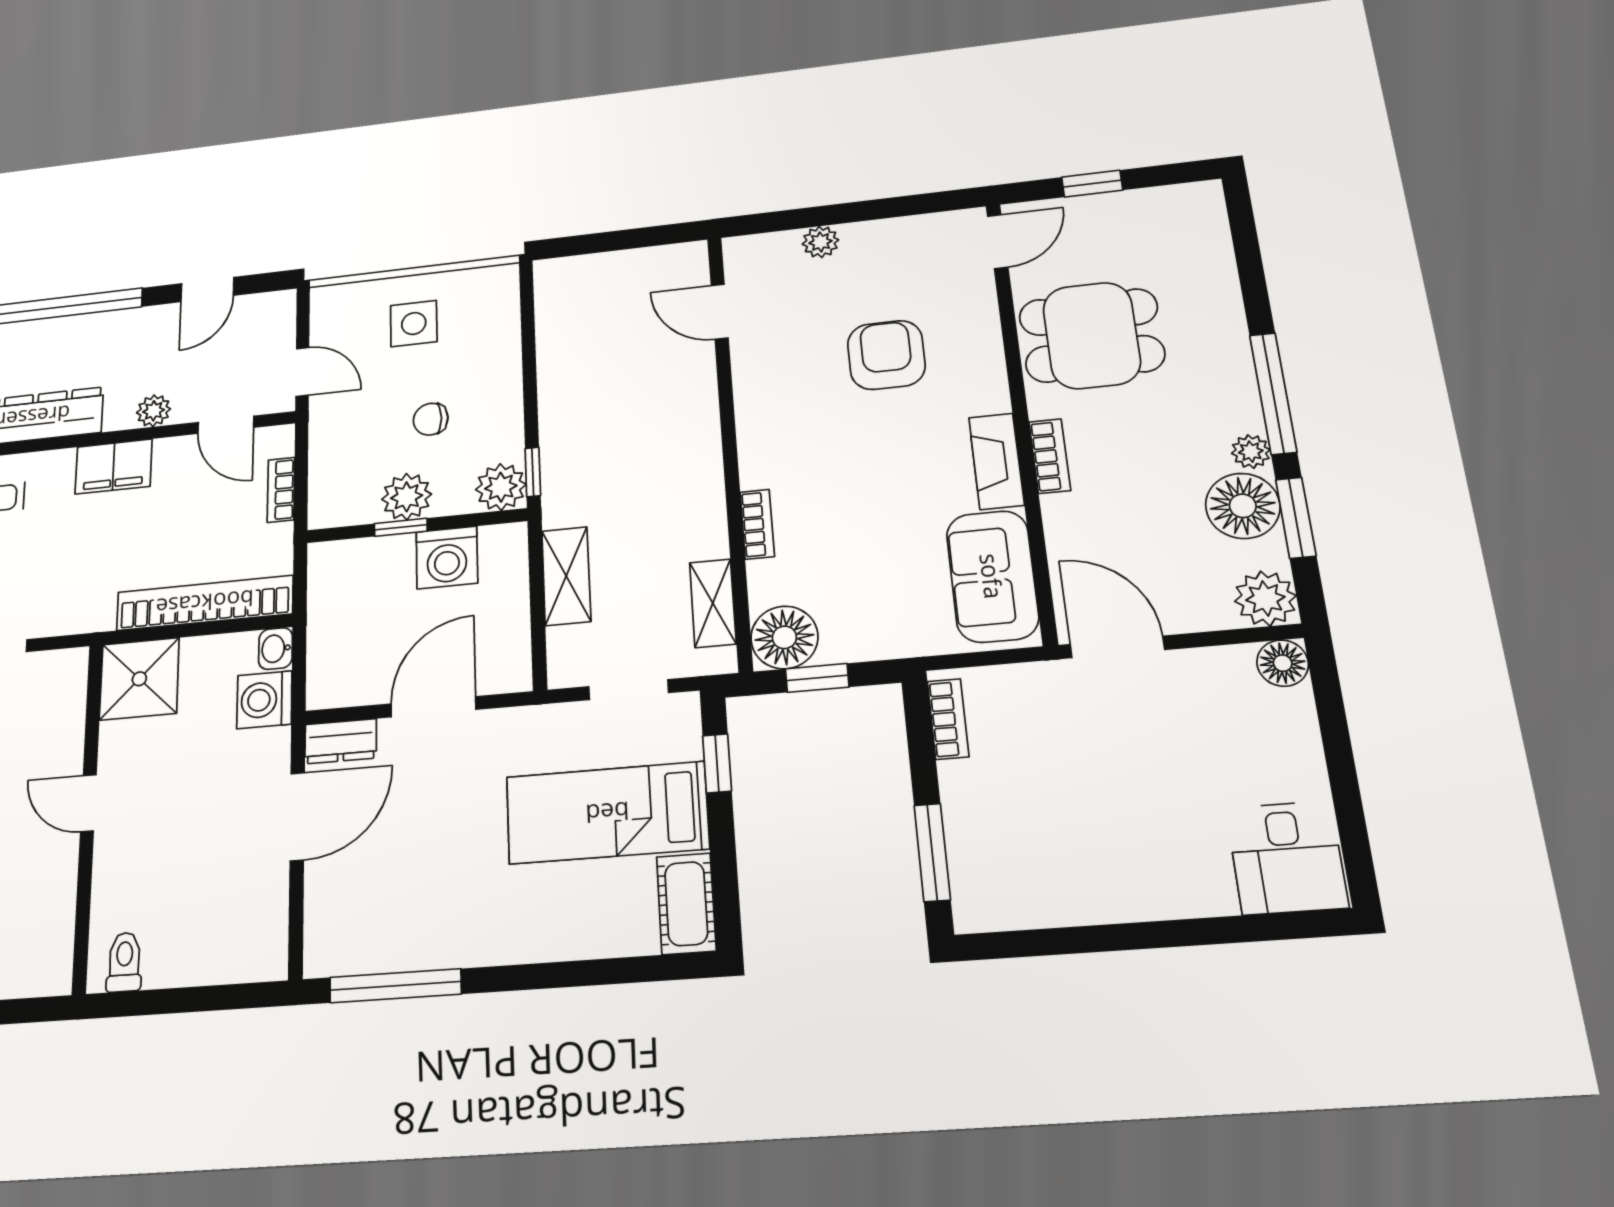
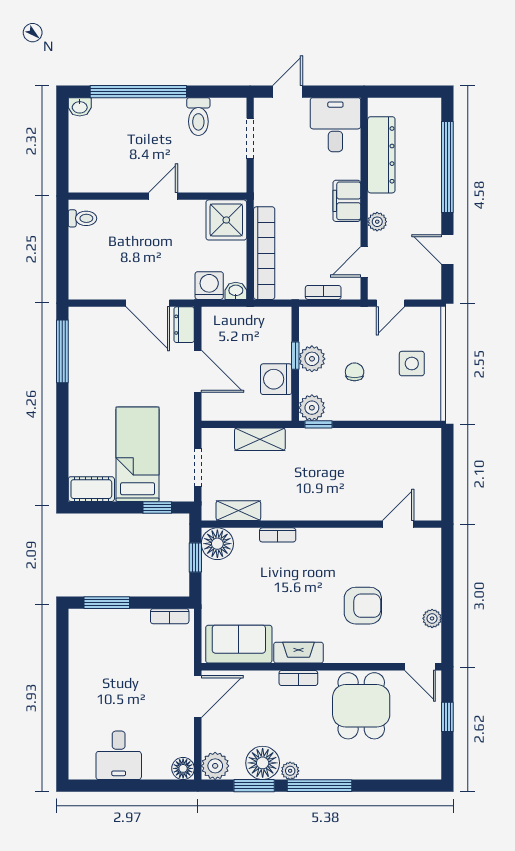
plant: (820, 242) -> (432, 618), moved
desk: (1287, 857) -> (119, 755), moved, turned -90

